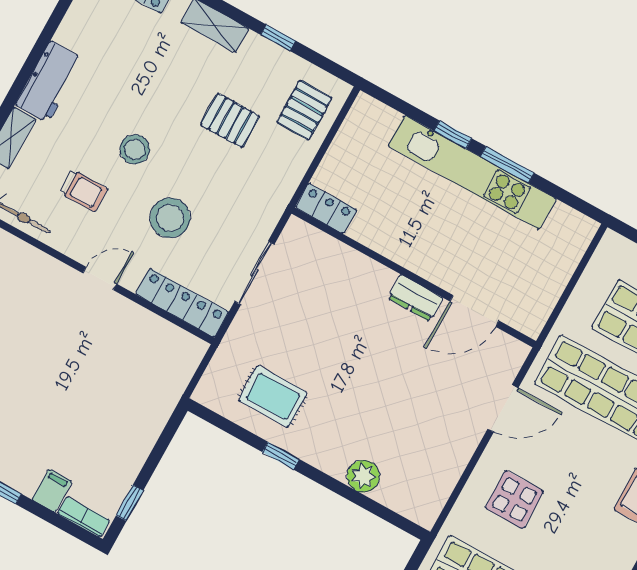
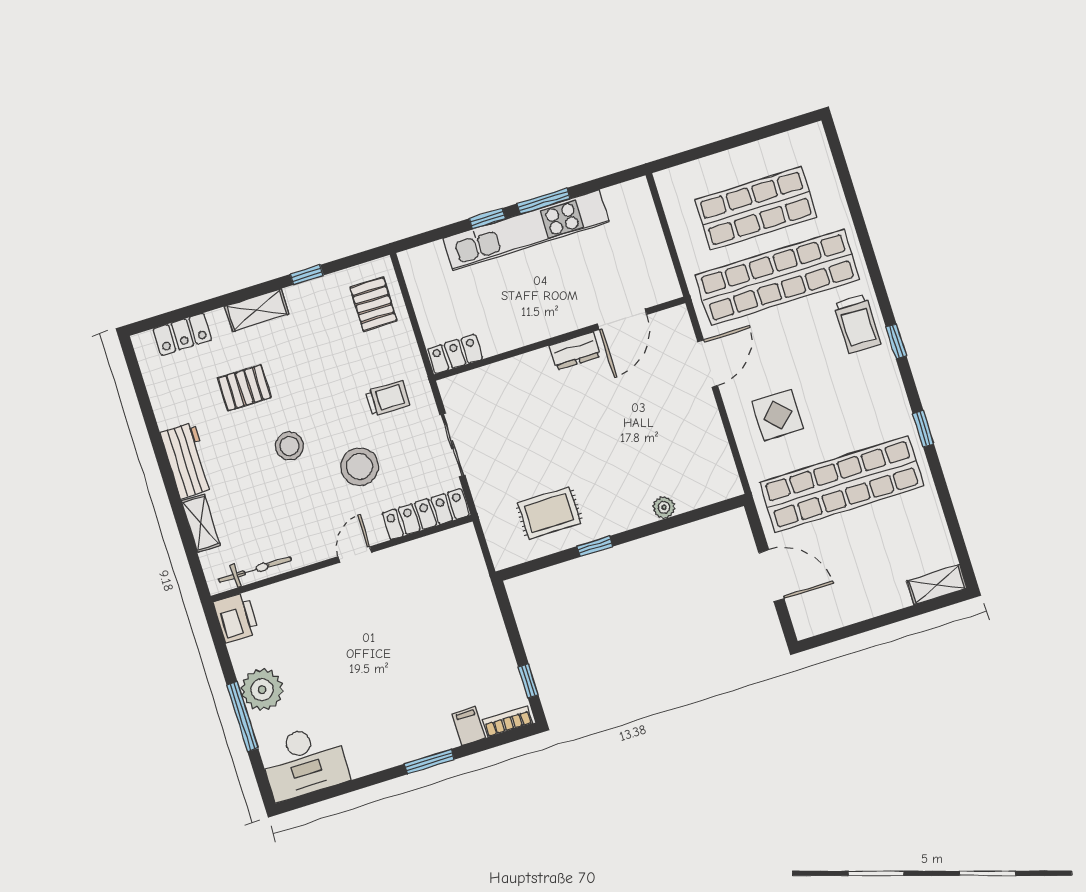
pallet: (230, 120) -> (245, 388), moved
trolley: (84, 191) -> (387, 398), moved
plant: (363, 476) -> (664, 507), width x0.73, depth x0.73

